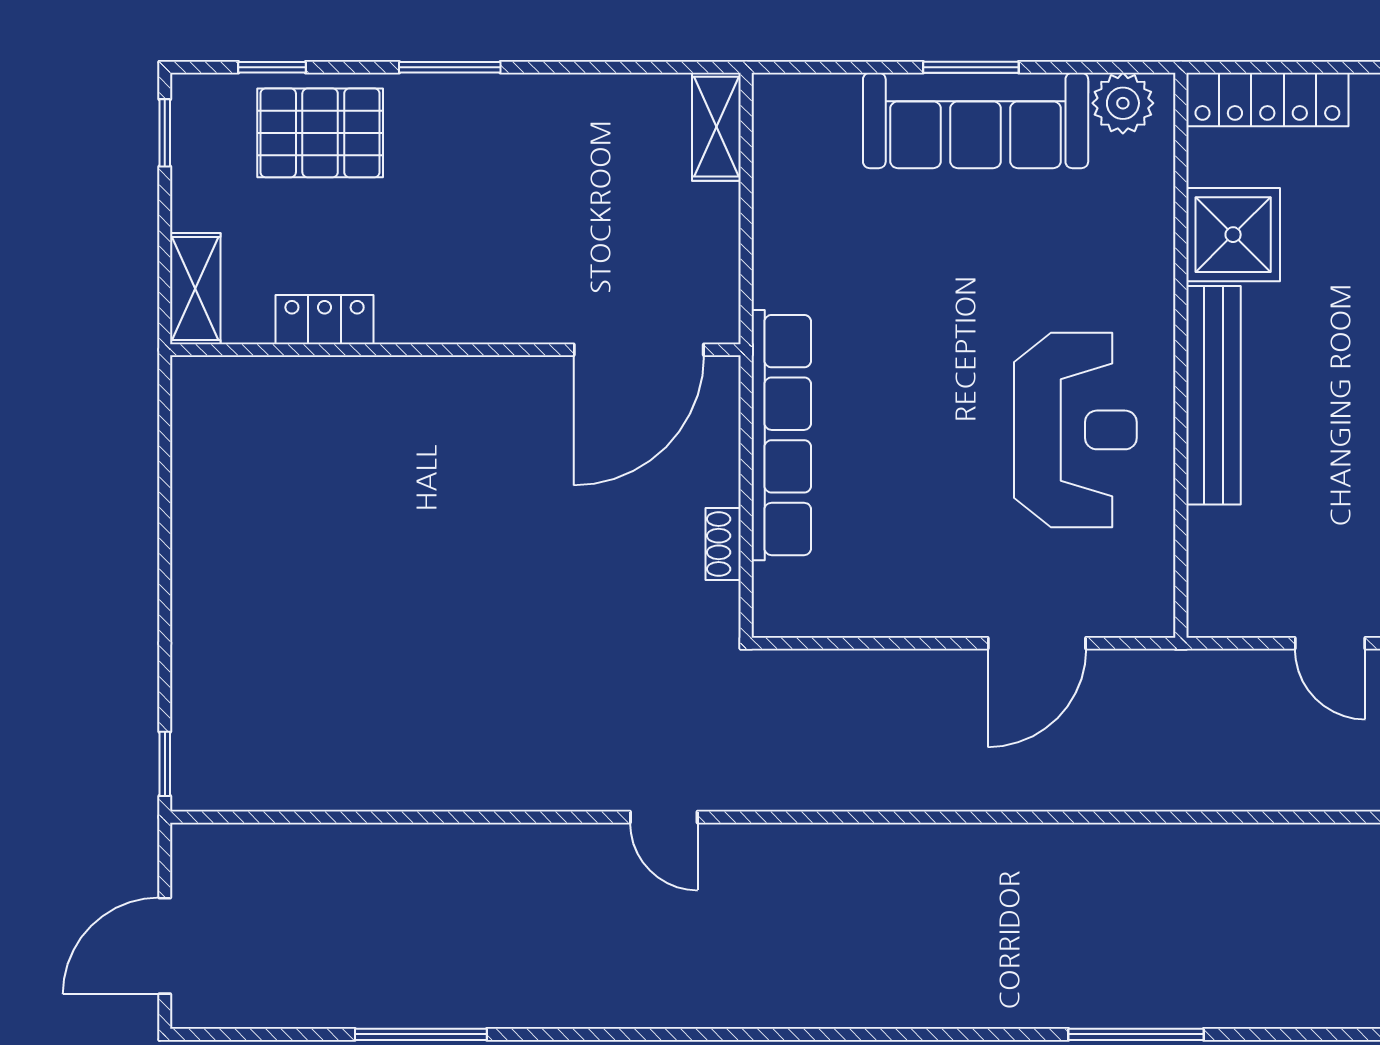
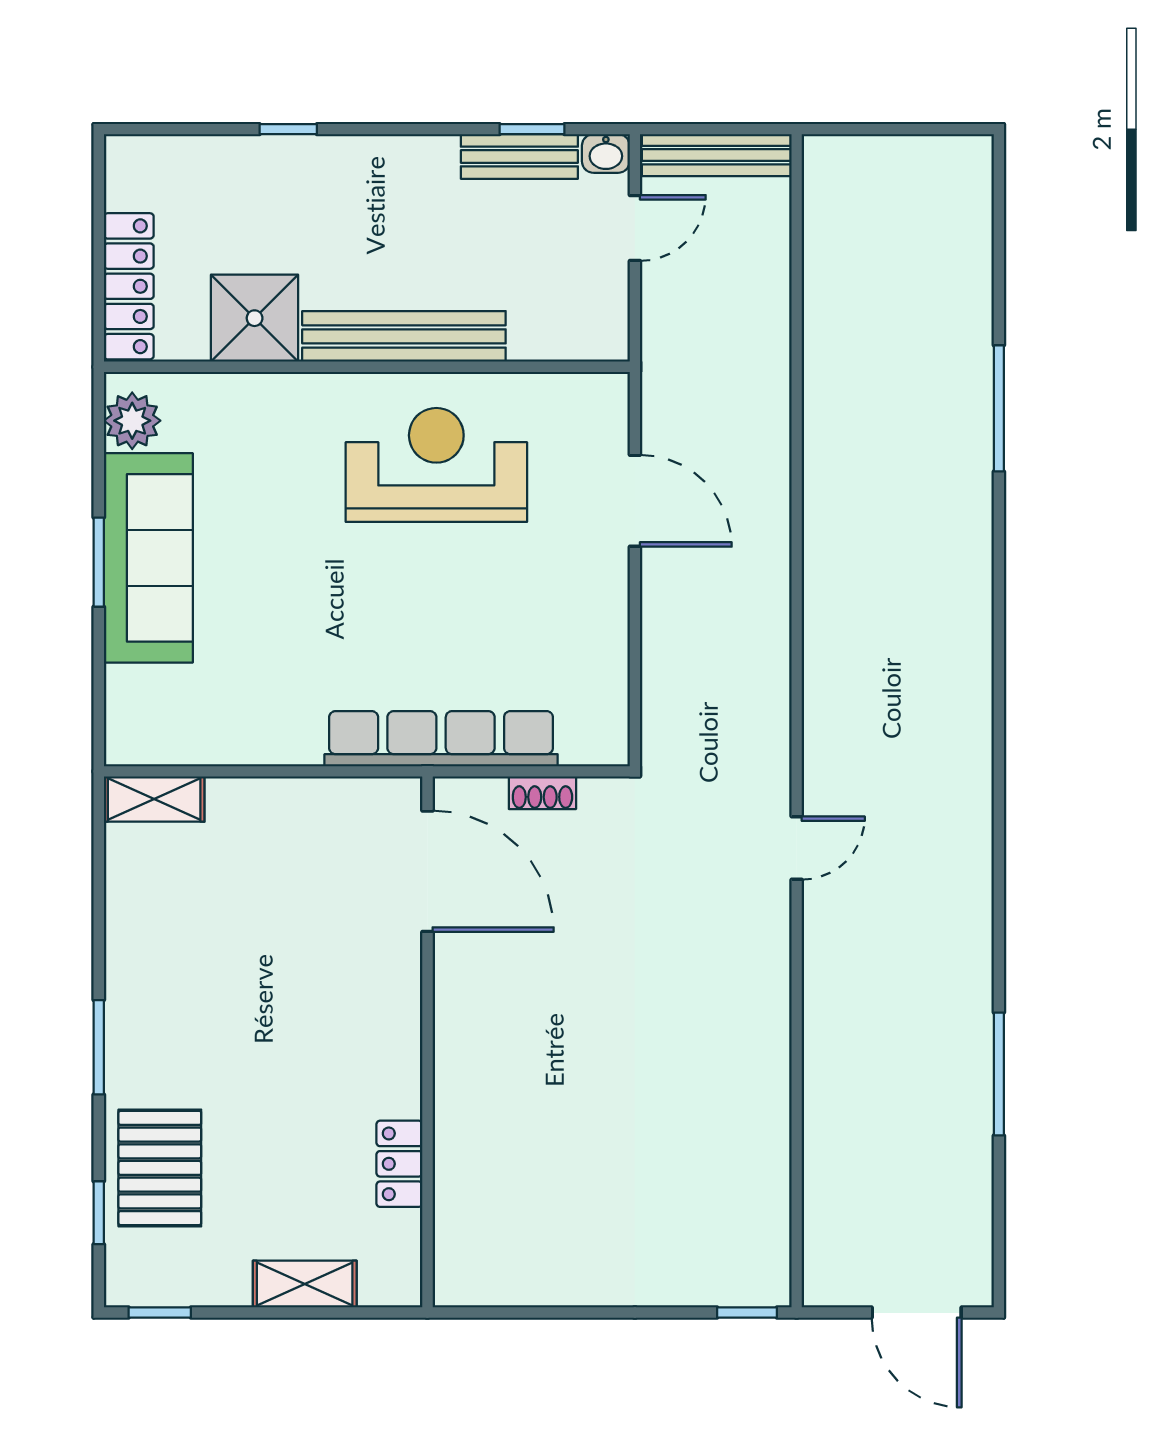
locker: (325, 320) -> (399, 1164), moved
wall: (455, 350) -> (427, 1042), moved
door: (639, 350) -> (427, 871), moved

